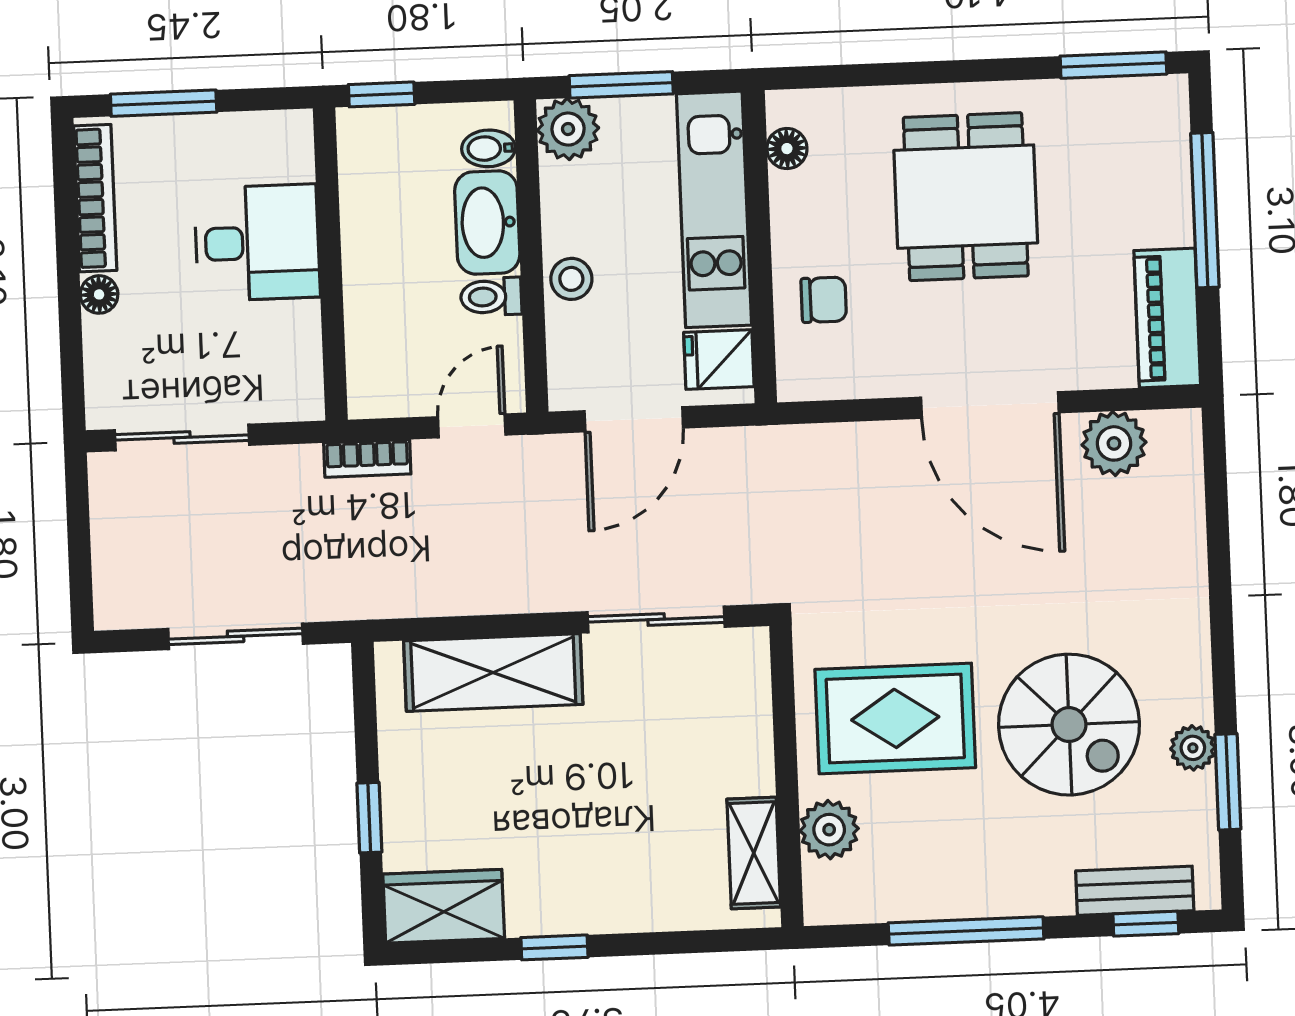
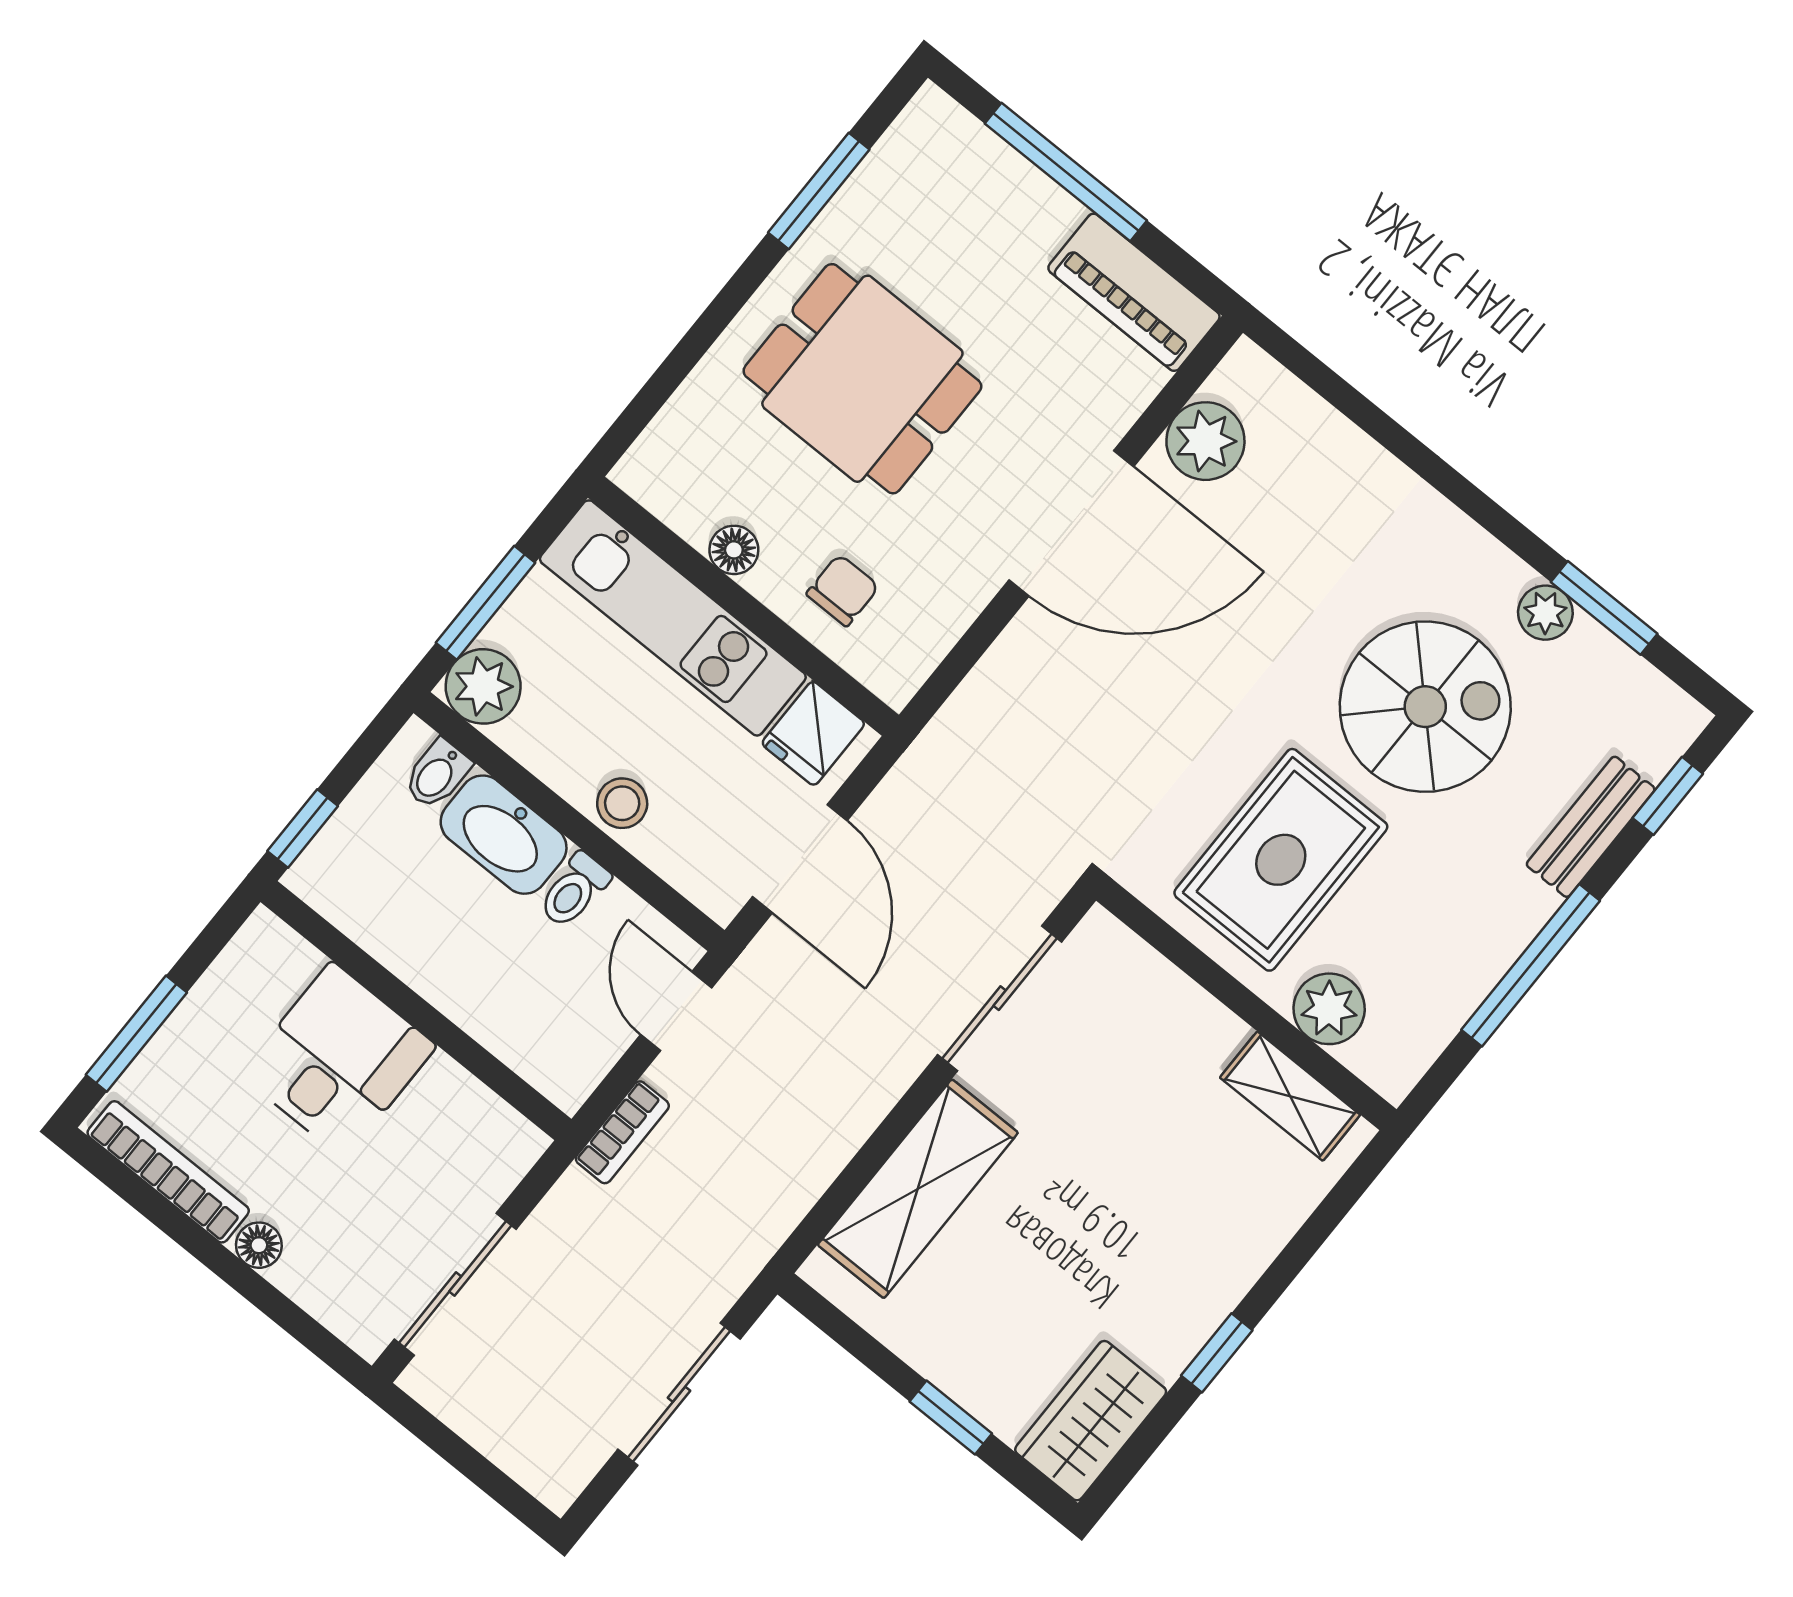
window: (1113, 65) -> (819, 191), moved
floor lamp: (787, 149) -> (734, 550), moved
bench: (1135, 891) -> (1591, 827), moved

